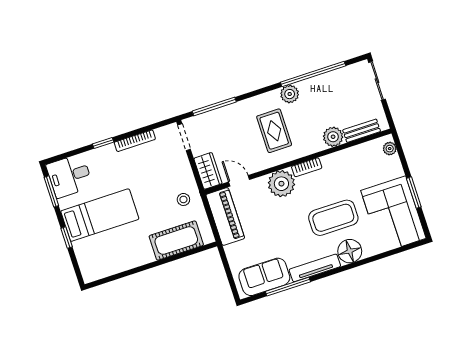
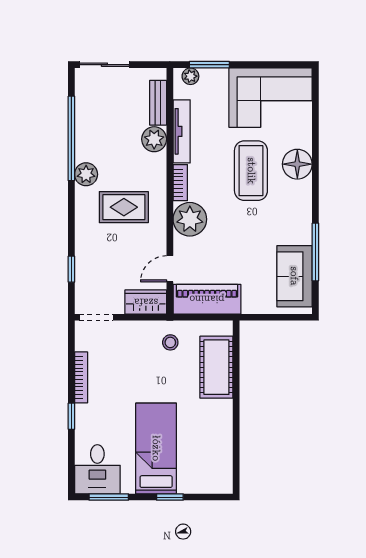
window: (214, 106) -> (71, 269), width x0.46
window: (414, 193) -> (209, 65), moved
tv unit: (315, 268) -> (182, 131), moved, turned 180

